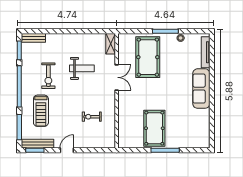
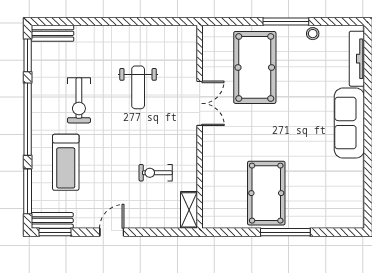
shelving: (111, 44) -> (189, 210), moved
weight bench: (82, 68) -> (138, 87), turned 90
bench: (38, 144) -> (52, 220), width x0.73

